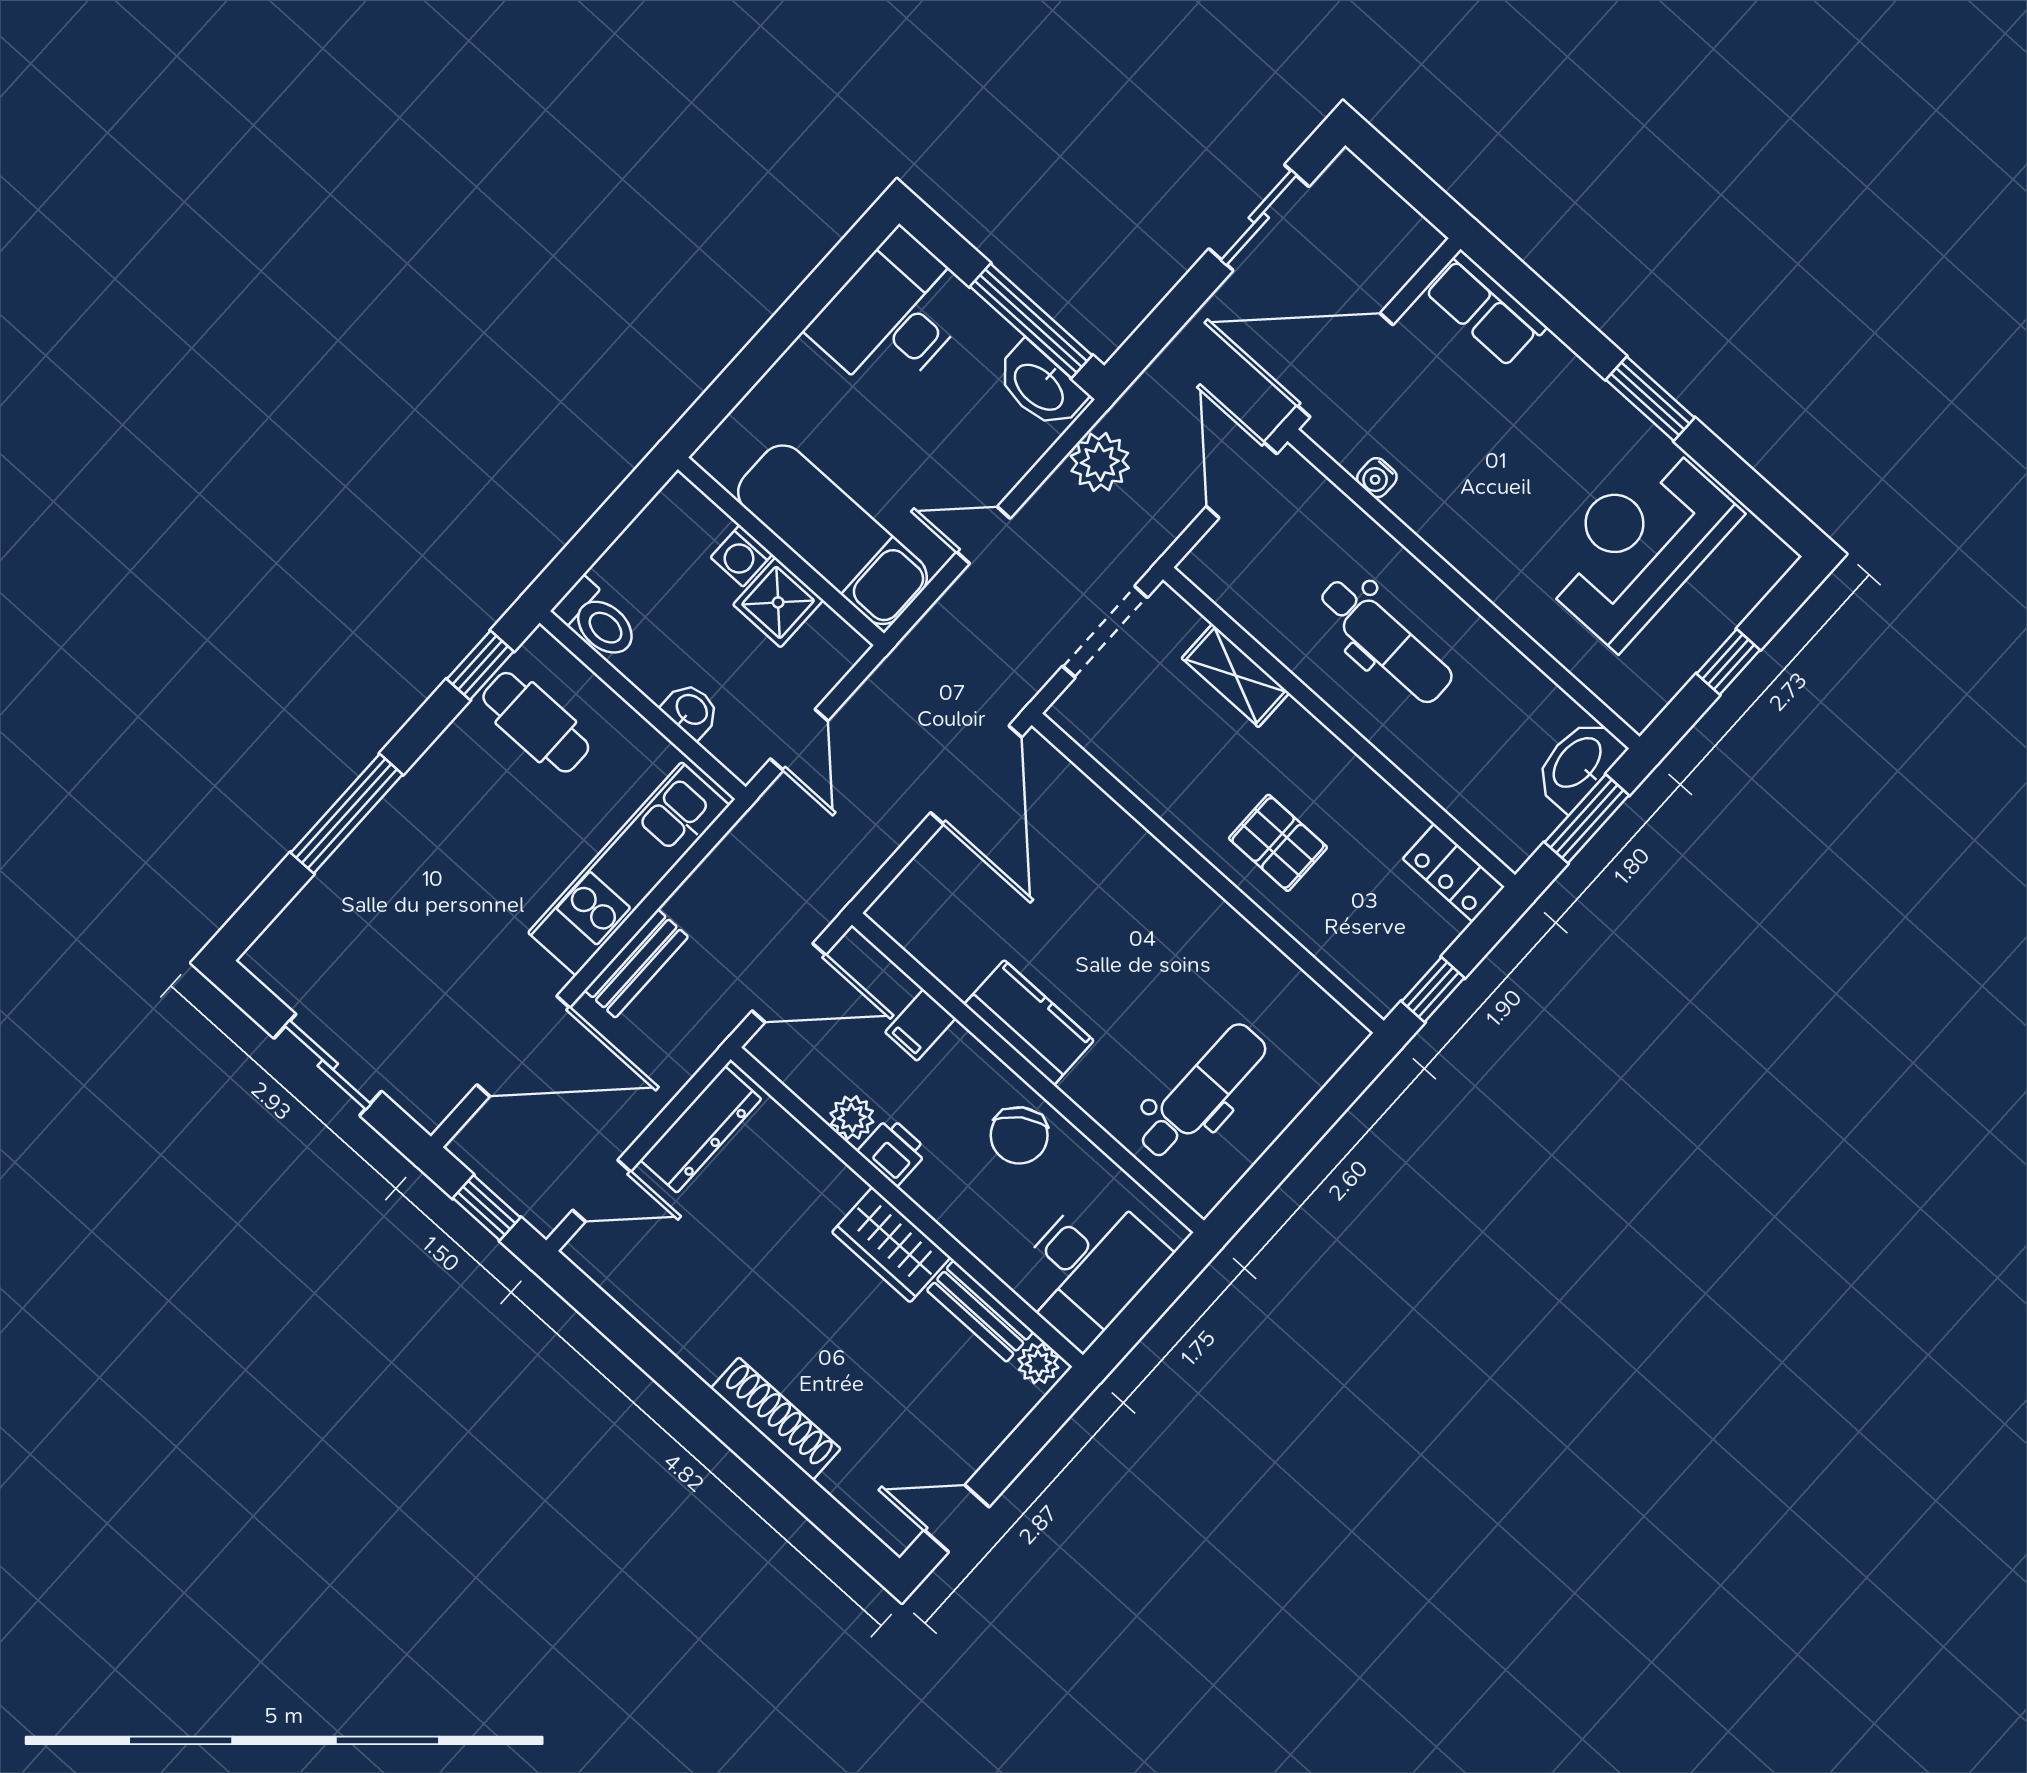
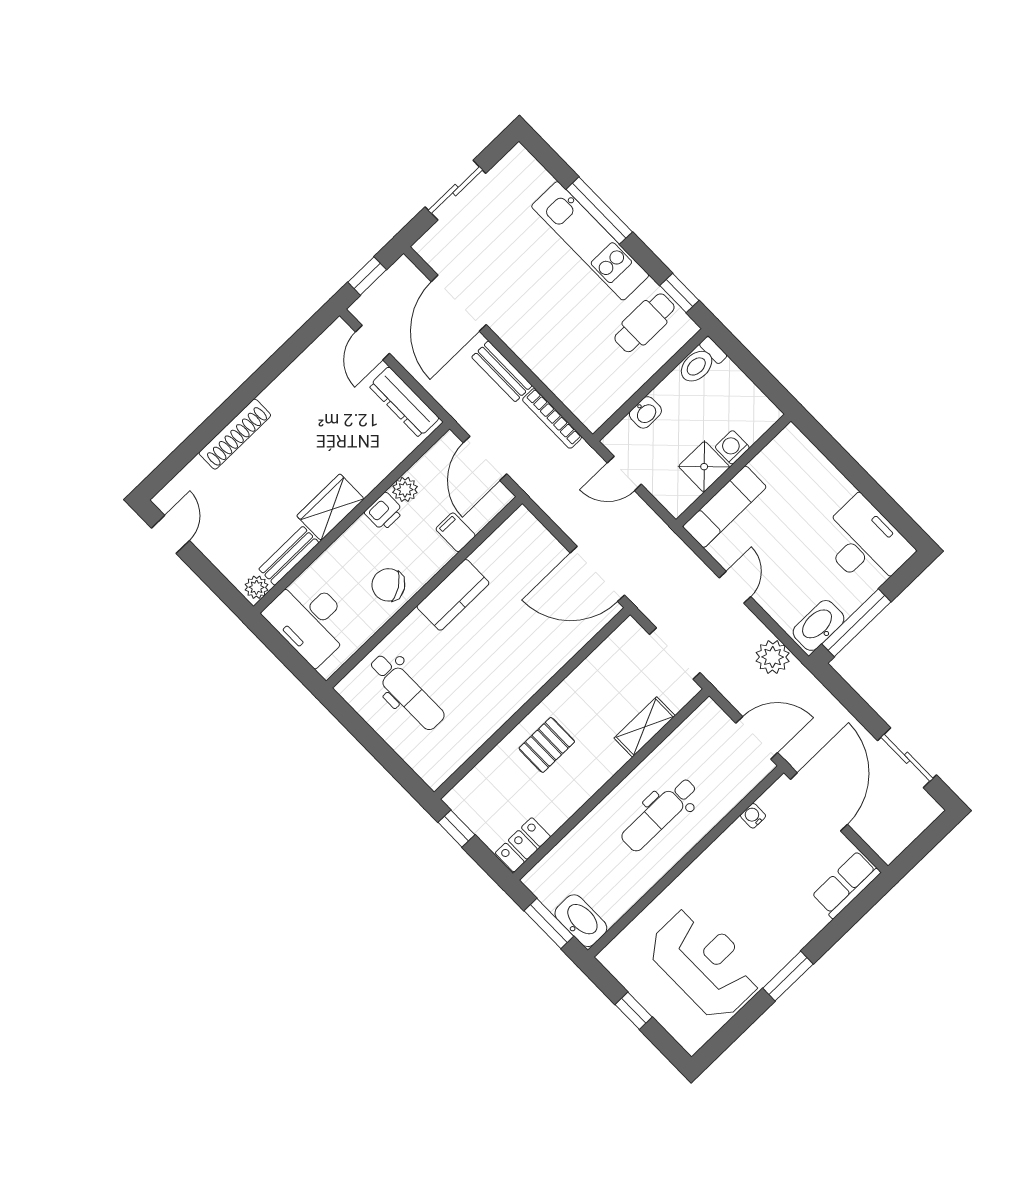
exam couch: (833, 535) -> (725, 507), width x0.73, depth x0.69
kitchen unit: (629, 869) -> (590, 241), moved, turned 180
bookcase: (712, 871) -> (552, 418), added

